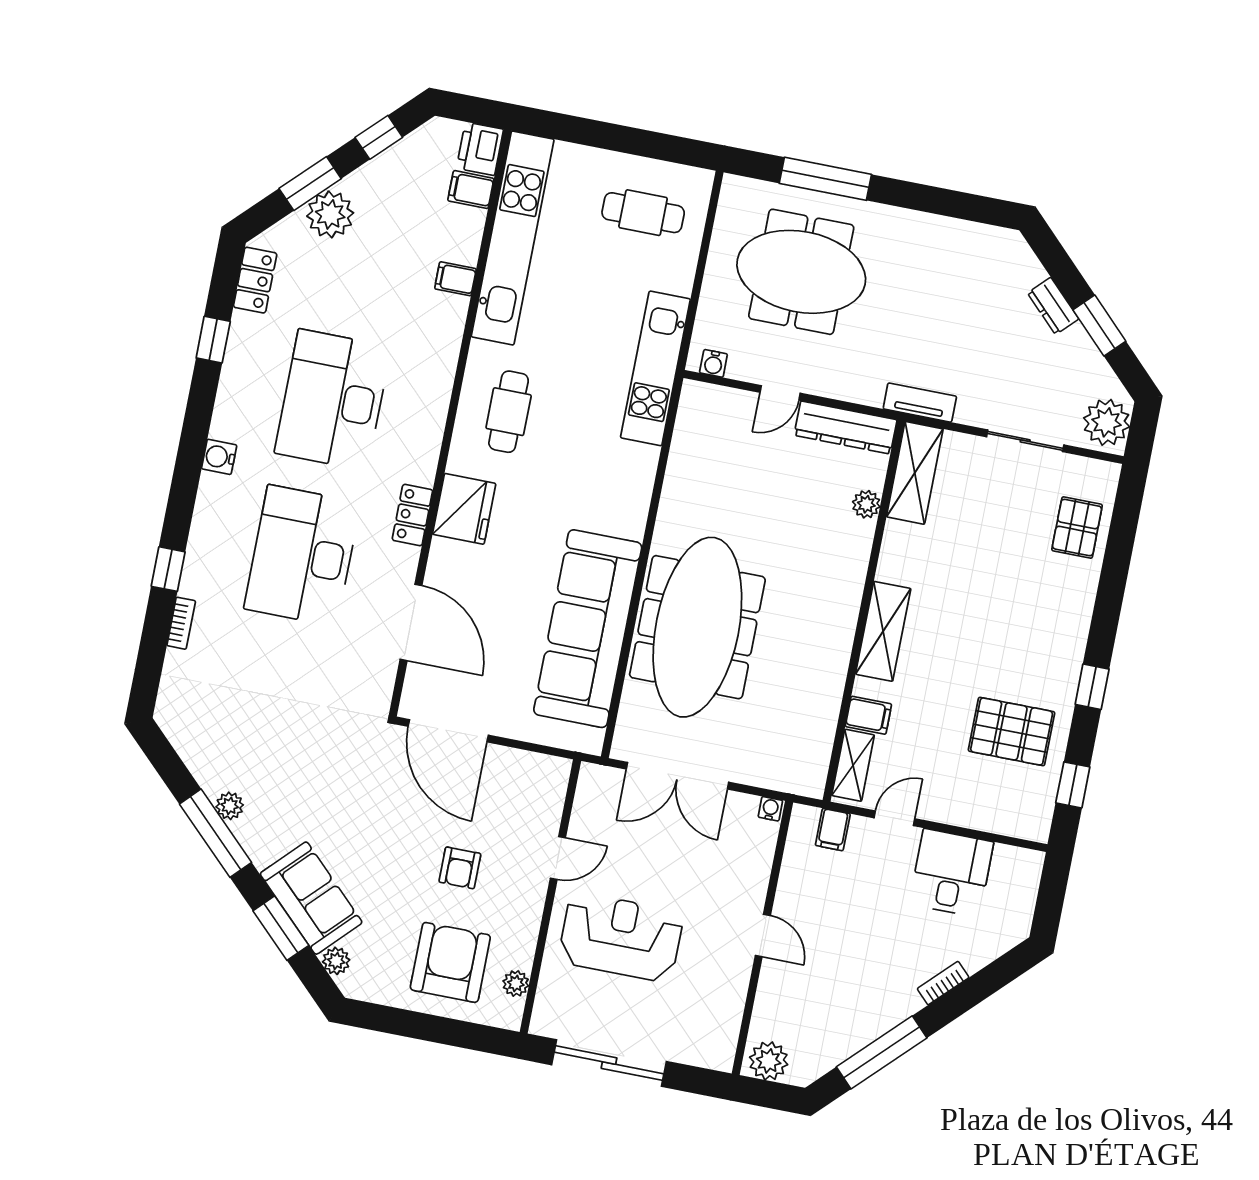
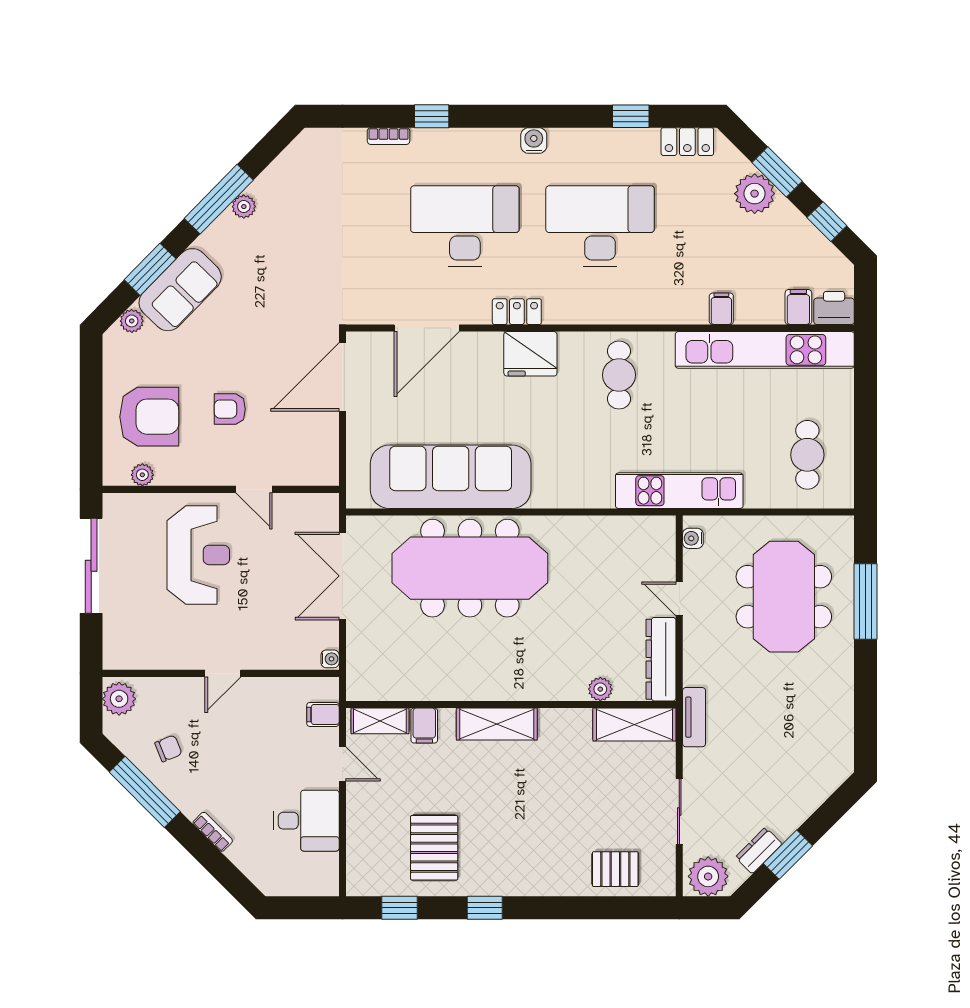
dresser: (1053, 306) -> (759, 851), moved
cafe table: (509, 412) -> (619, 375), turned 90
chair: (837, 1015) -> (168, 748), added

